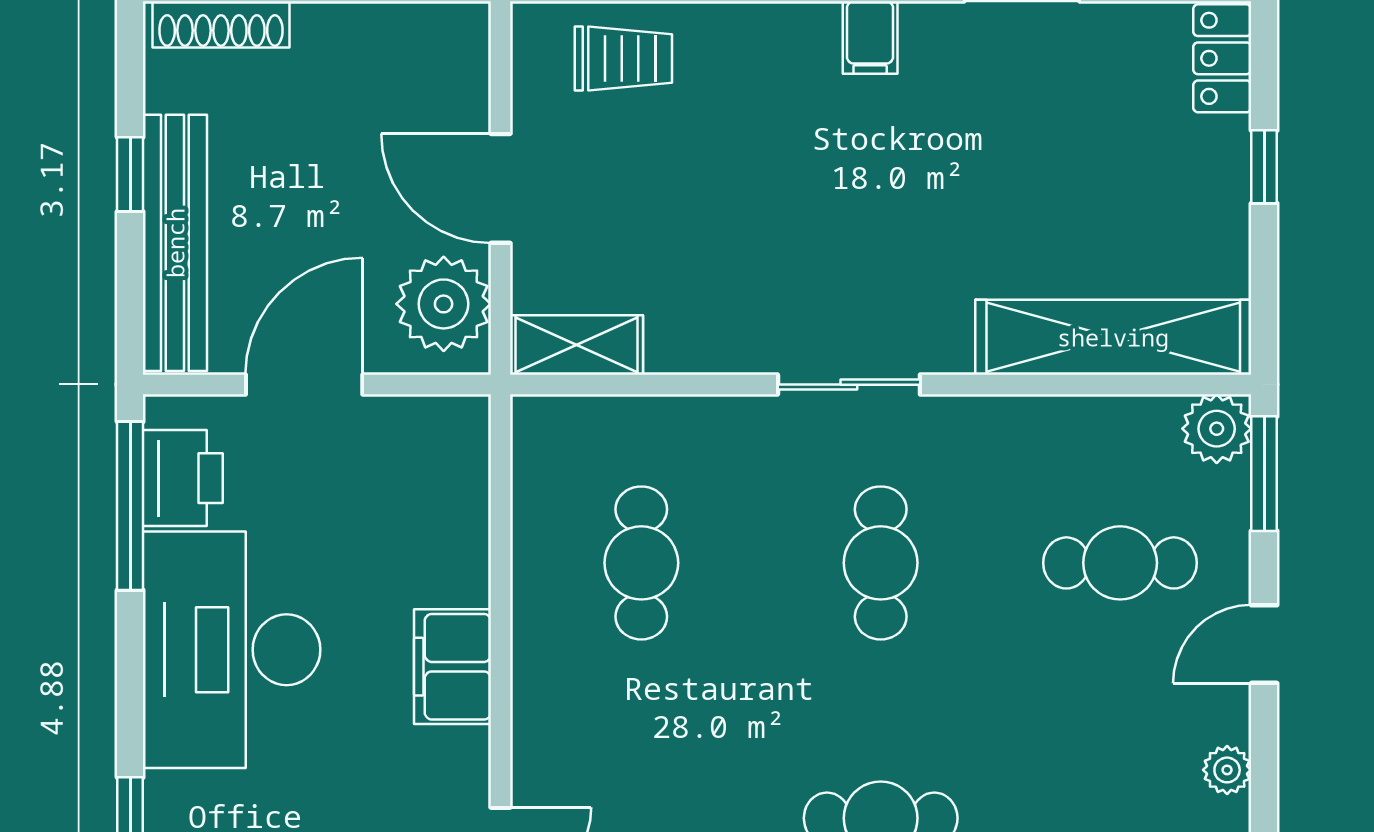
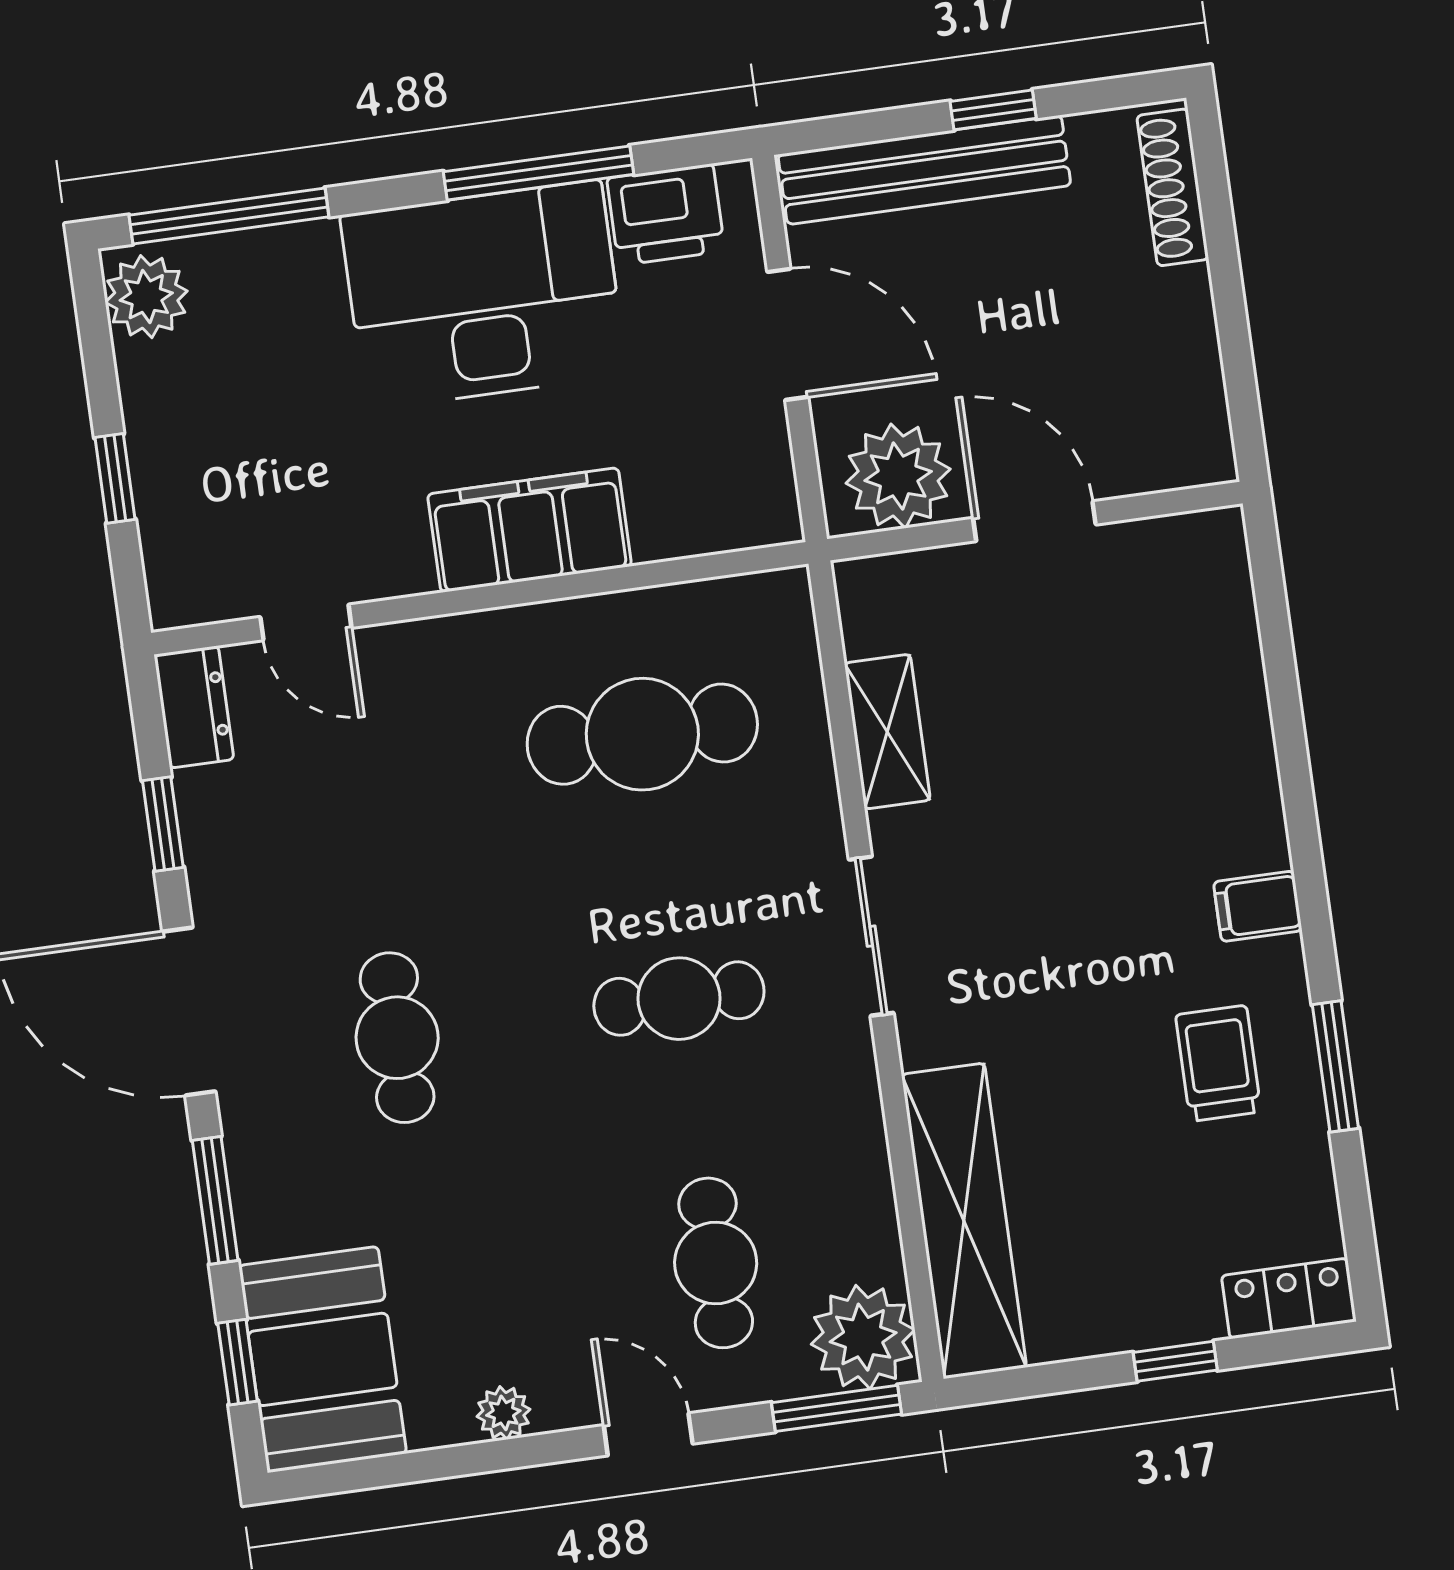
trolley: (623, 59) -> (1218, 1063), moved, turned 180
door: (501, 188) -> (1034, 521), hinge flipped
shelving: (577, 345) -> (887, 732), moved
plant: (1217, 429) -> (863, 1337), width x1.36, depth x1.36
window: (130, 506) -> (539, 173), moved
cafe table: (641, 563) -> (642, 734), width x1.37, depth x1.35
filing cabinet: (453, 667) -> (530, 530), width x1.50, depth x1.17

